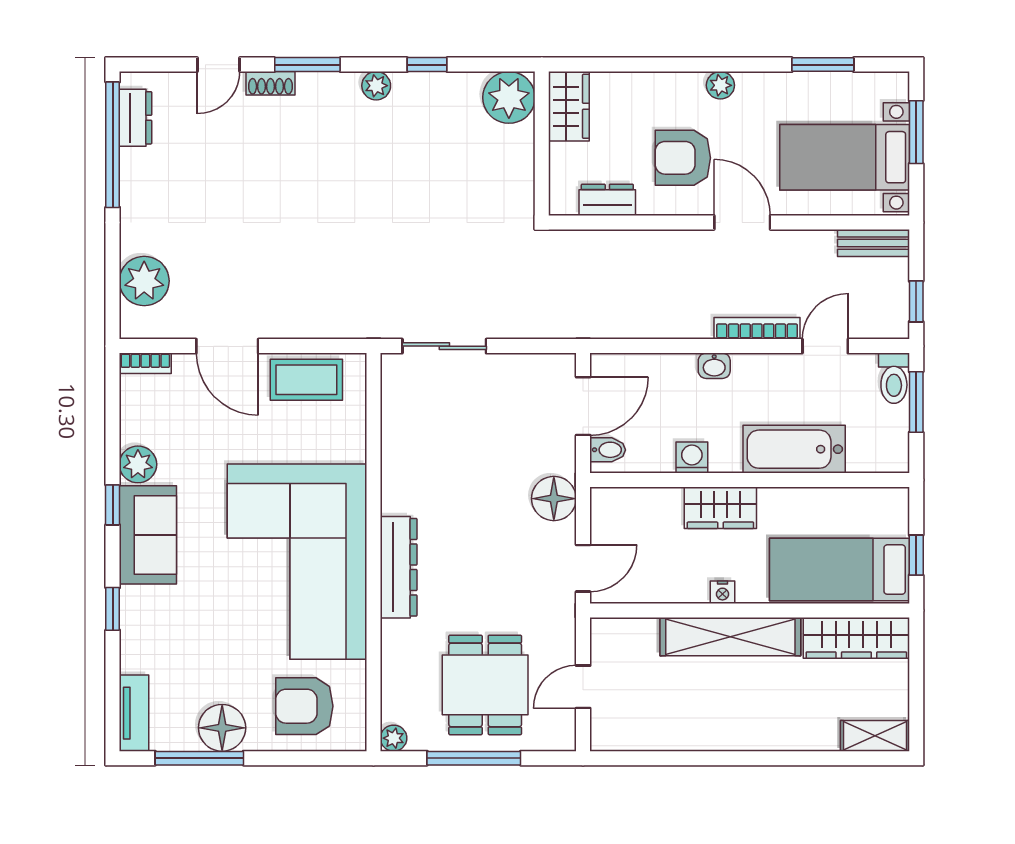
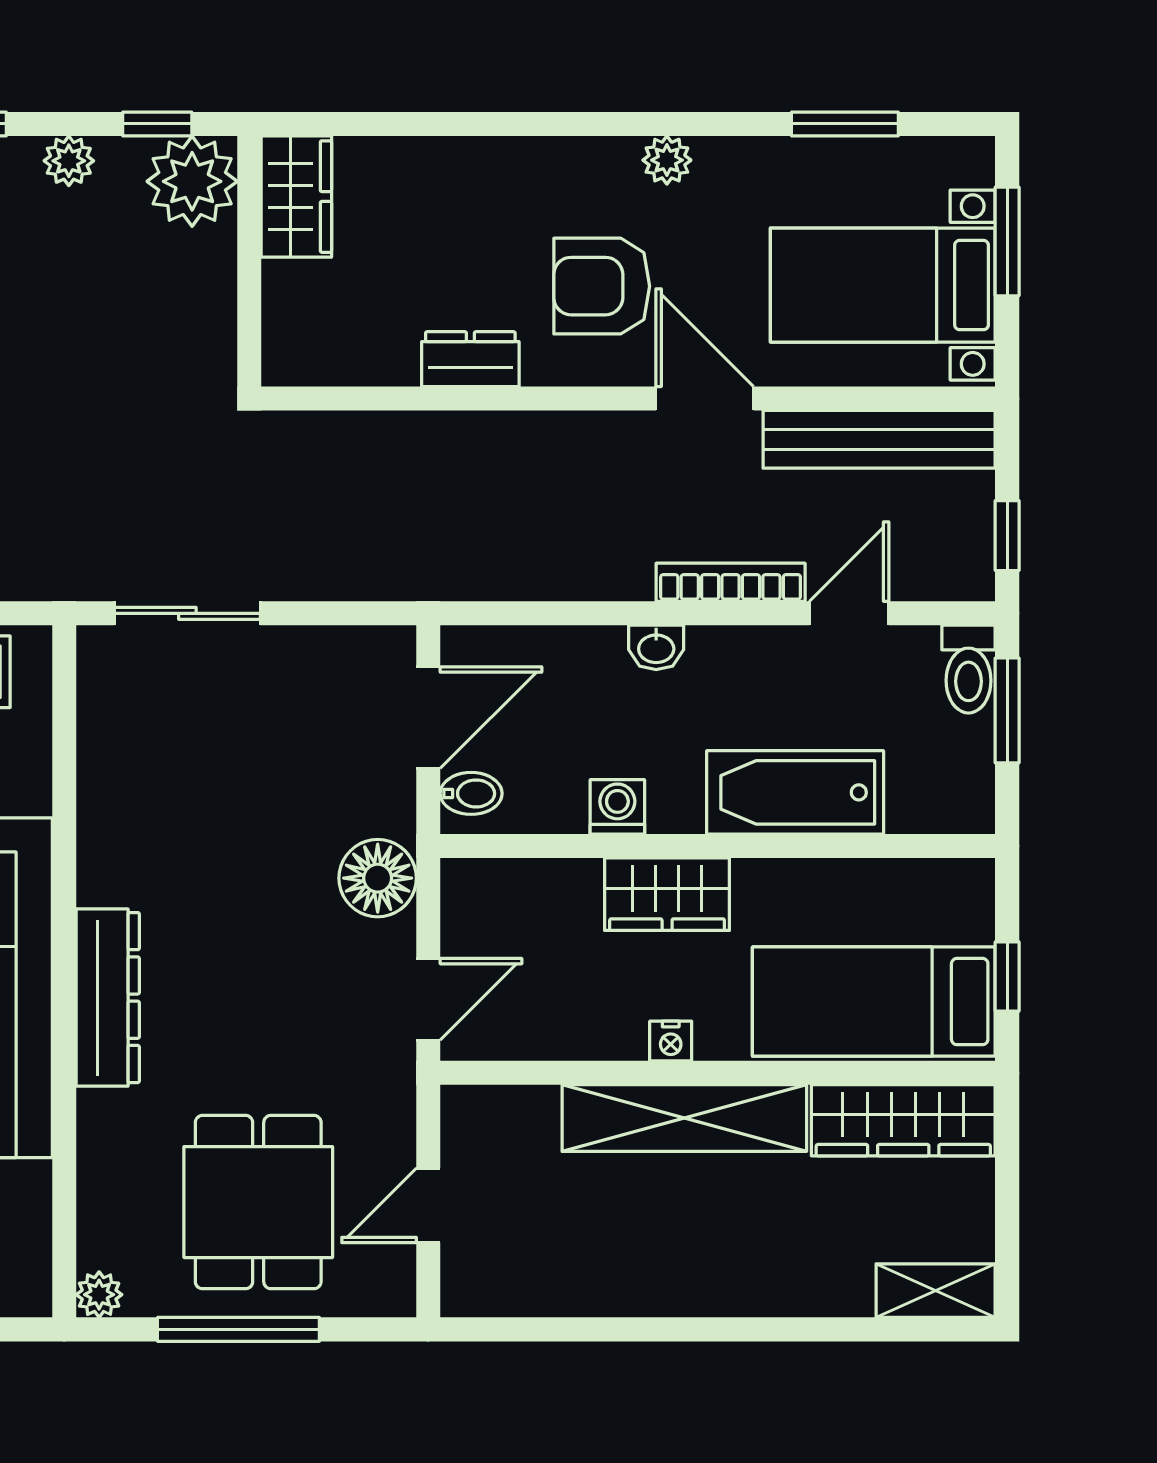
plant: (509, 97) -> (192, 181), moved
wardrobe: (569, 106) -> (296, 197), moved
wall: (542, 143) -> (249, 261), moved
bench: (873, 243) -> (879, 439), width x1.86, depth x1.21

